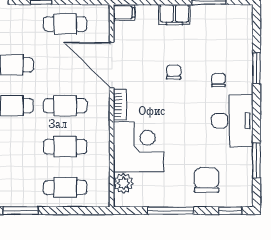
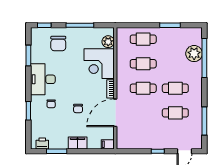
printer: (233, 14) -> (42, 143), added
cafe table: (65, 24) -> (143, 137), removed
door: (112, 65) -> (115, 113), swing flipped

